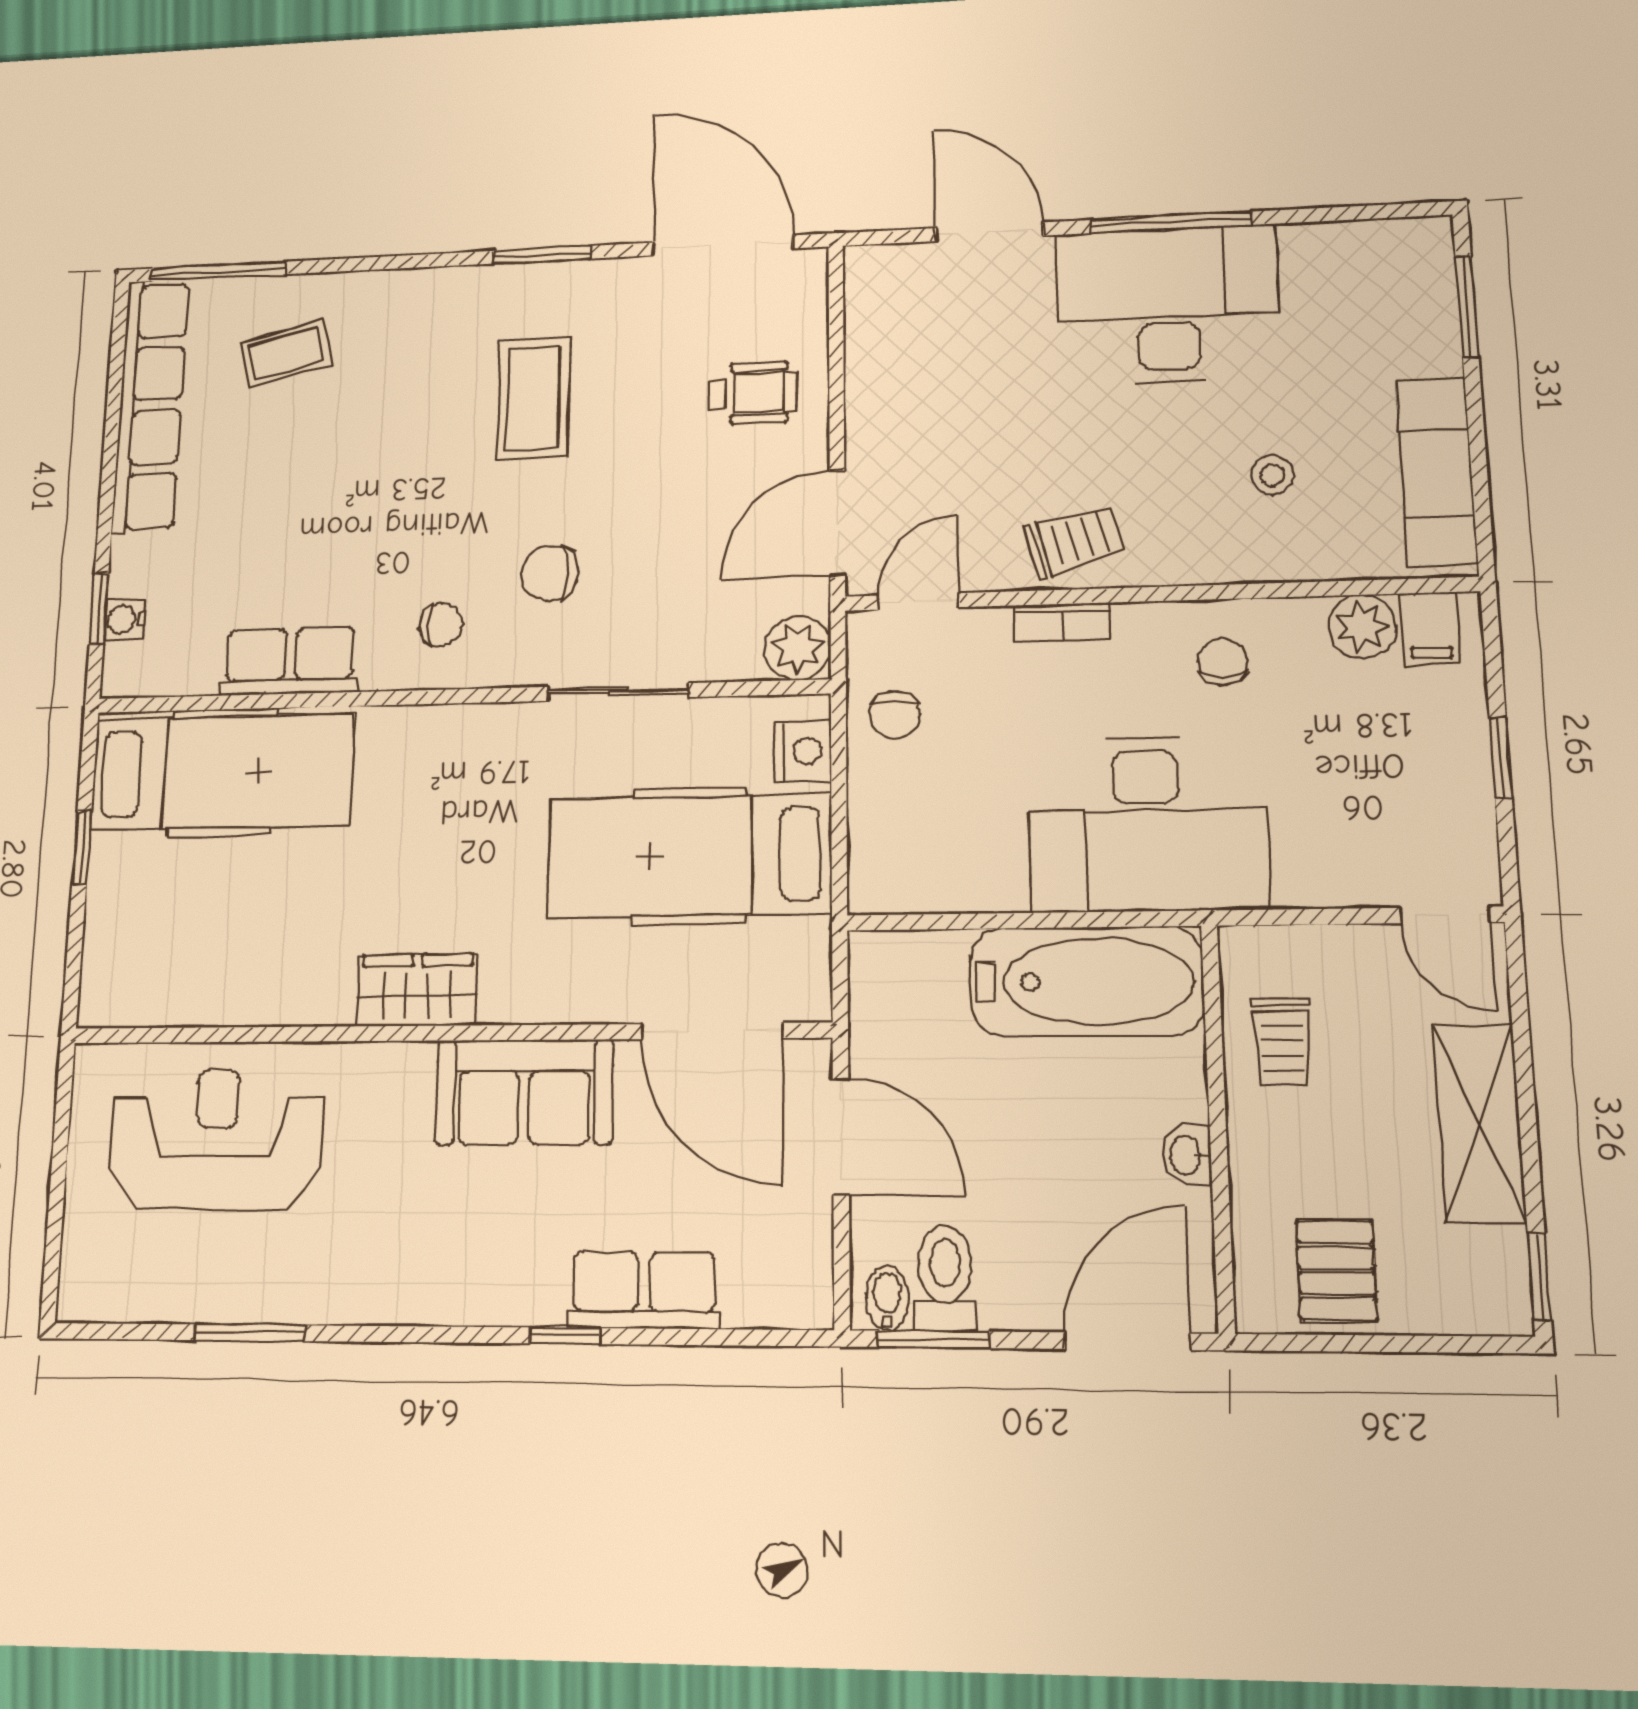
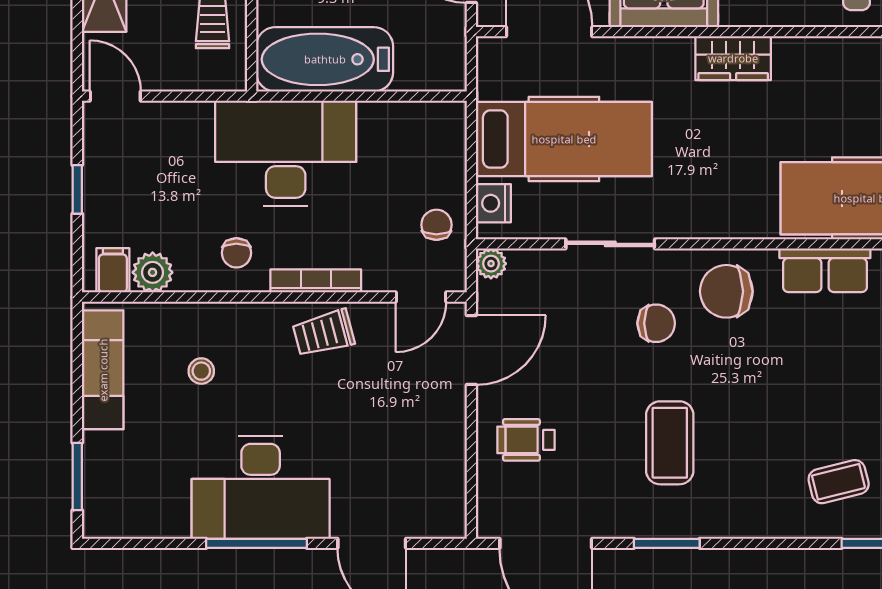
bookcase: (1063, 622) -> (316, 281), width x1.56
chair: (441, 625) -> (726, 291), width x1.87, depth x1.87
plant: (798, 648) -> (491, 264), width x0.73, depth x0.73

